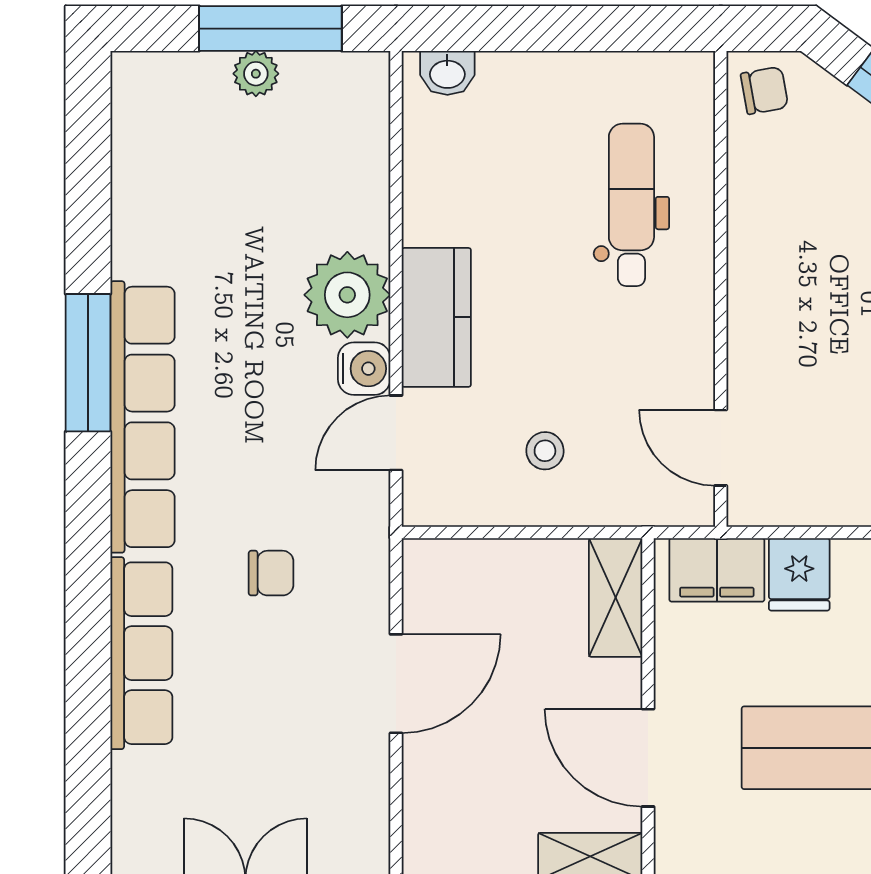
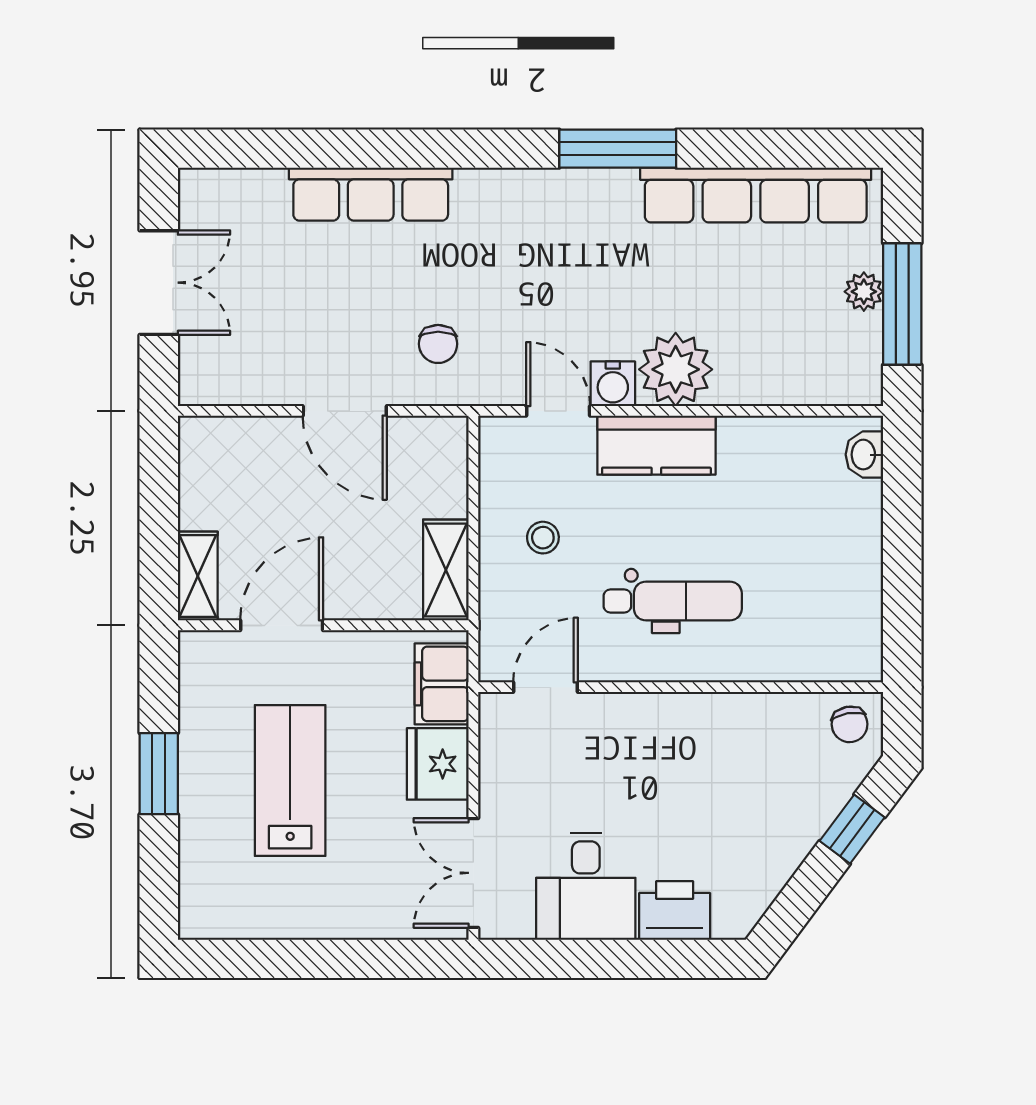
dental chair: (631, 205) -> (673, 601), moved
row of seats: (143, 417) -> (756, 195), moved
chair: (271, 573) -> (438, 344), moved
fridge: (799, 574) -> (438, 764), width x1.38
shelving: (616, 598) -> (446, 570), moved, turned 90

